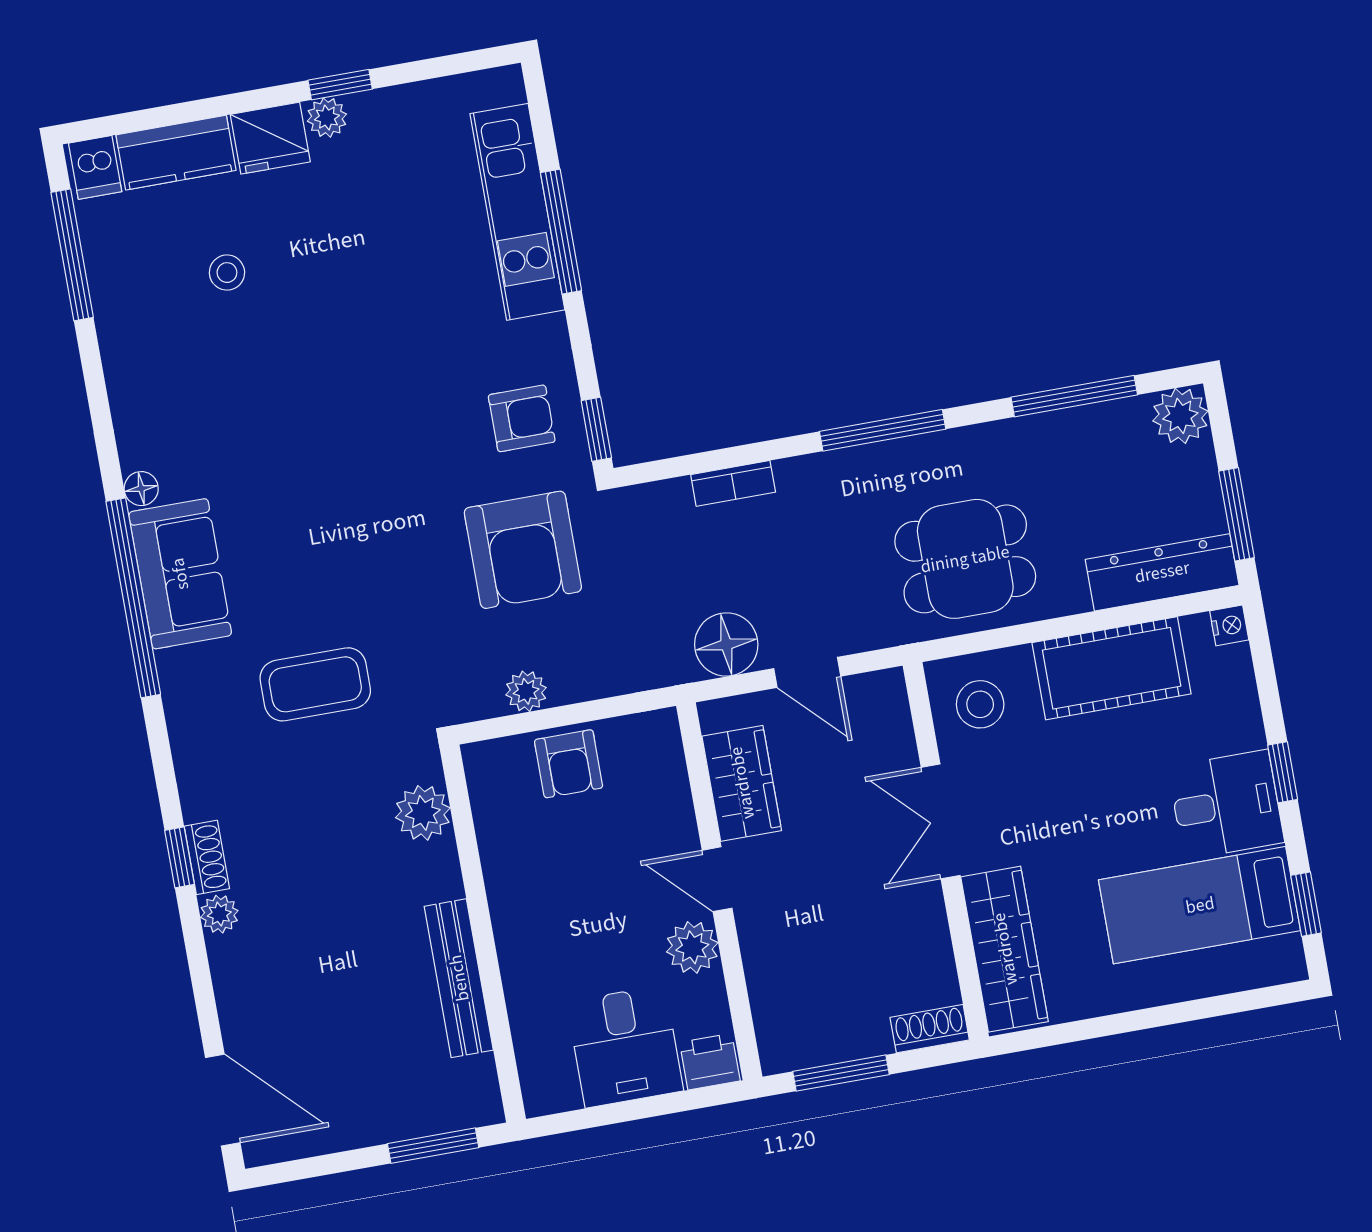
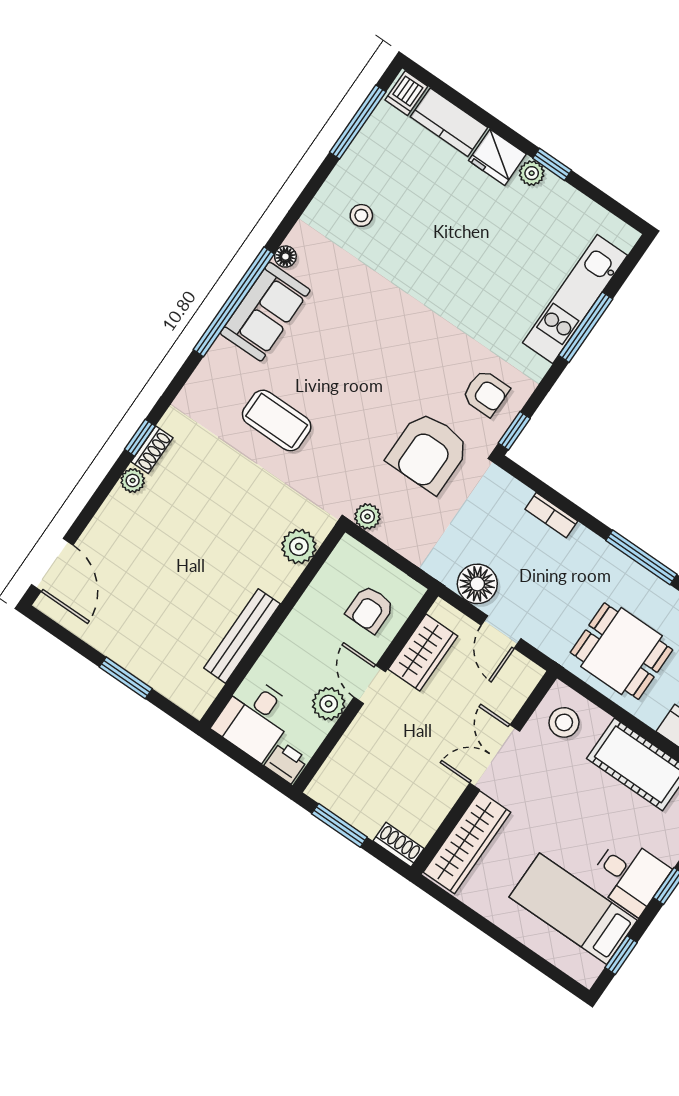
stool: (227, 273) -> (361, 215), moved
armchair: (569, 764) -> (370, 609), moved
plant: (423, 813) -> (299, 546), moved
wall: (483, 933) -> (272, 627), moved
bench: (459, 978) -> (242, 636), moved

